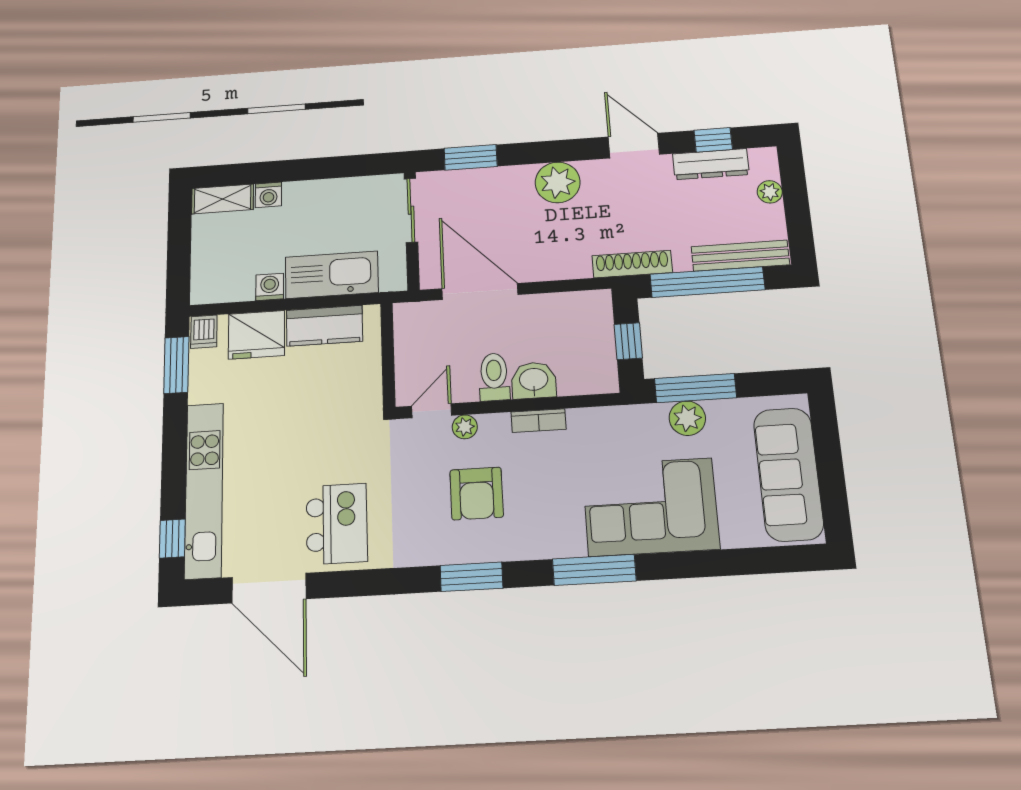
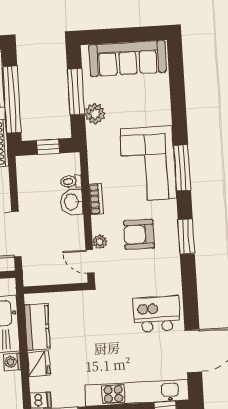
fridge: (257, 335) -> (39, 364), width x0.73, depth x0.75
toilet: (494, 377) -> (71, 181), moved, width x0.73, depth x0.72
window: (695, 388) -> (76, 92), moved
armchair: (477, 493) -> (139, 234), turned 180
corner sofa: (650, 507) -> (148, 163), moved

